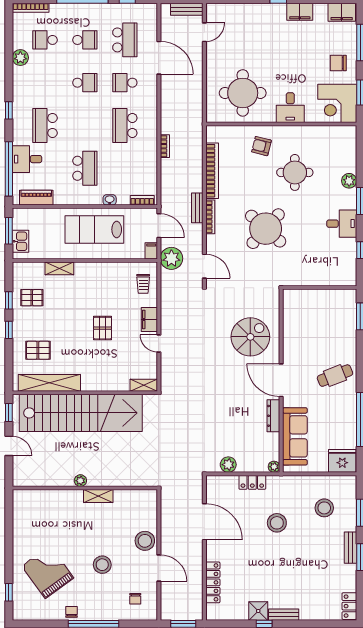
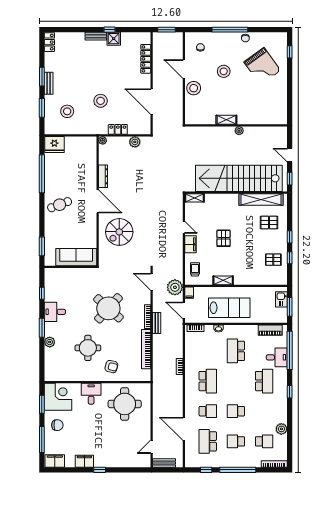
shelving: (59, 268) -> (223, 280), moved
sofa: (295, 436) -> (76, 257), moved, turned 90

